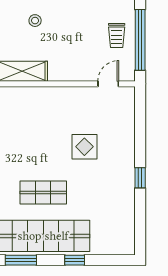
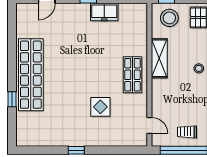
shop shelf: (43, 192) -> (132, 75), moved
window: (21, 260) -> (12, 57), removed

